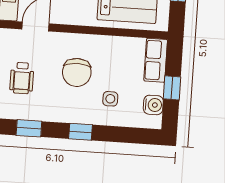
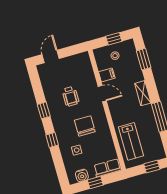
chair: (77, 72) -> (85, 126), turned 90
wheelchair: (22, 78) -> (71, 96), turned -90

